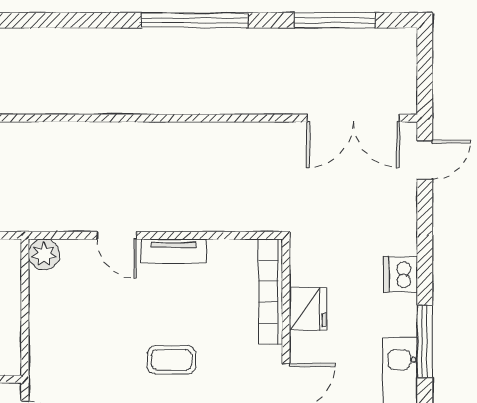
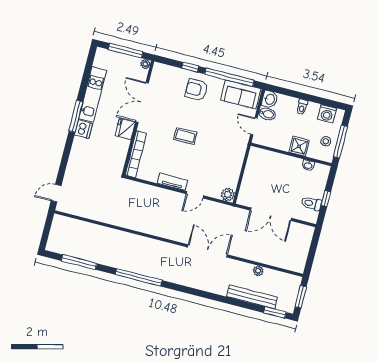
double door: (353, 118) -> (207, 251), moved
door: (117, 235) -> (195, 195), swing flipped
dishwasher: (401, 275) -> (83, 129), moved
fridge: (308, 309) -> (125, 129), moved

